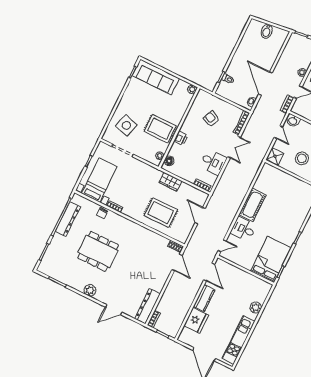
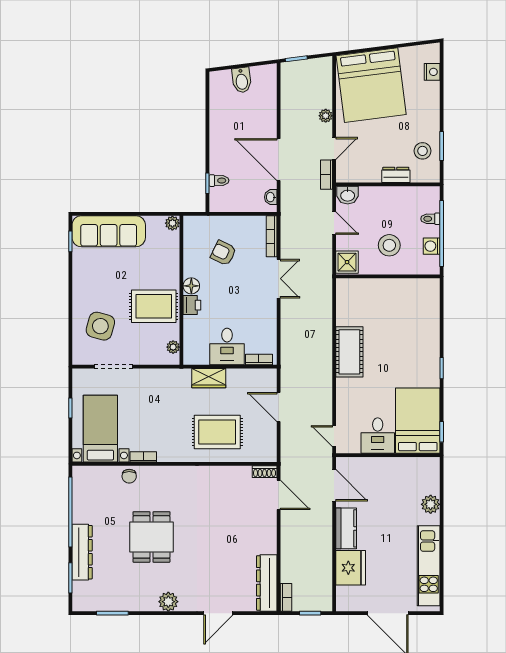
floor lamp: (169, 161) -> (191, 286), moved
desk: (213, 162) -> (227, 347), moved, turned 90
dresser: (68, 219) -> (82, 552), moved
desk: (243, 229) -> (378, 436), moved, turned -90
door: (222, 246) -> (334, 436), swing flipped
dining table: (98, 251) -> (151, 537), width x0.73

